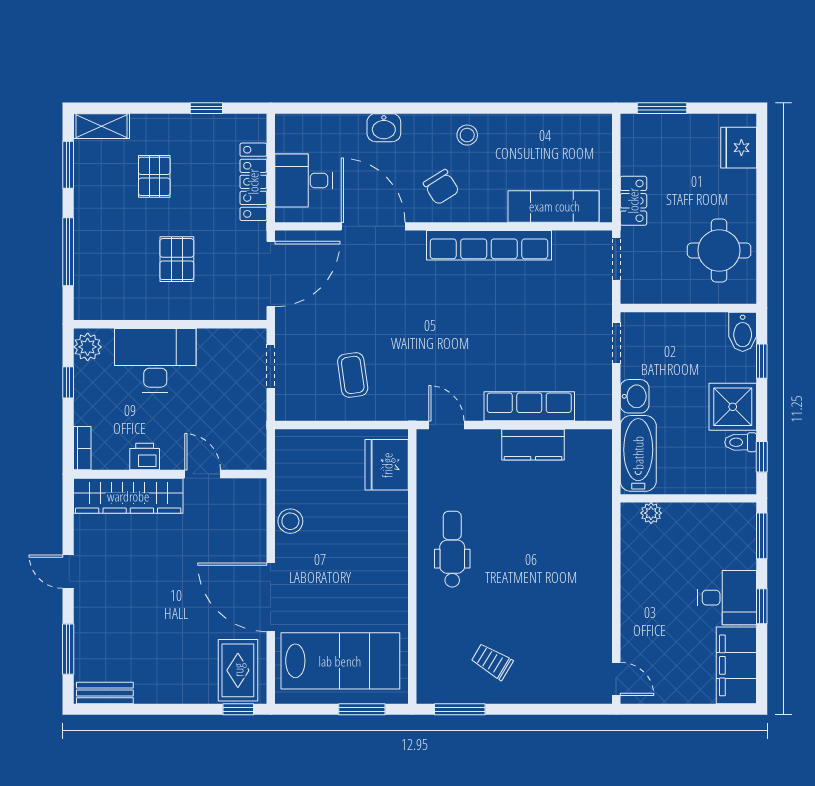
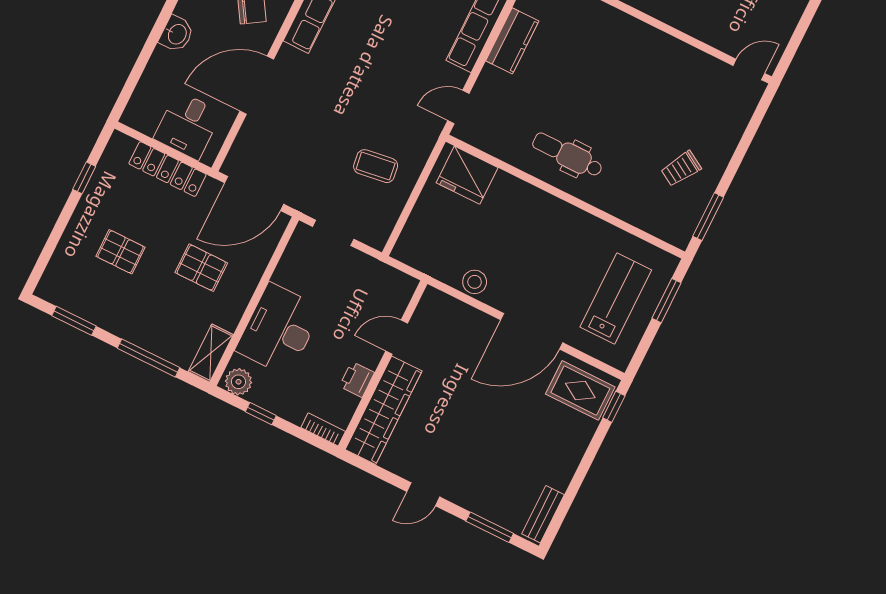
shelving: (101, 126) -> (211, 353), moved
door: (271, 274) -> (254, 193), swing flipped
lab bench: (340, 661) -> (616, 298), width x0.73, depth x0.72

